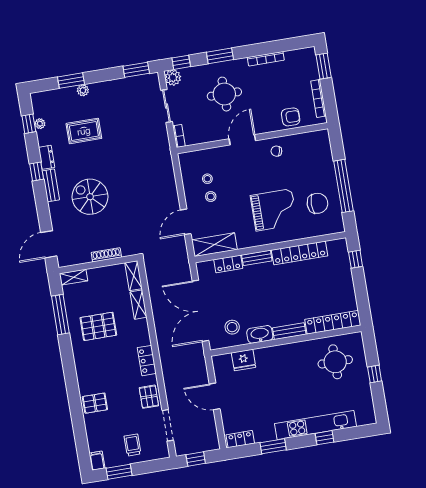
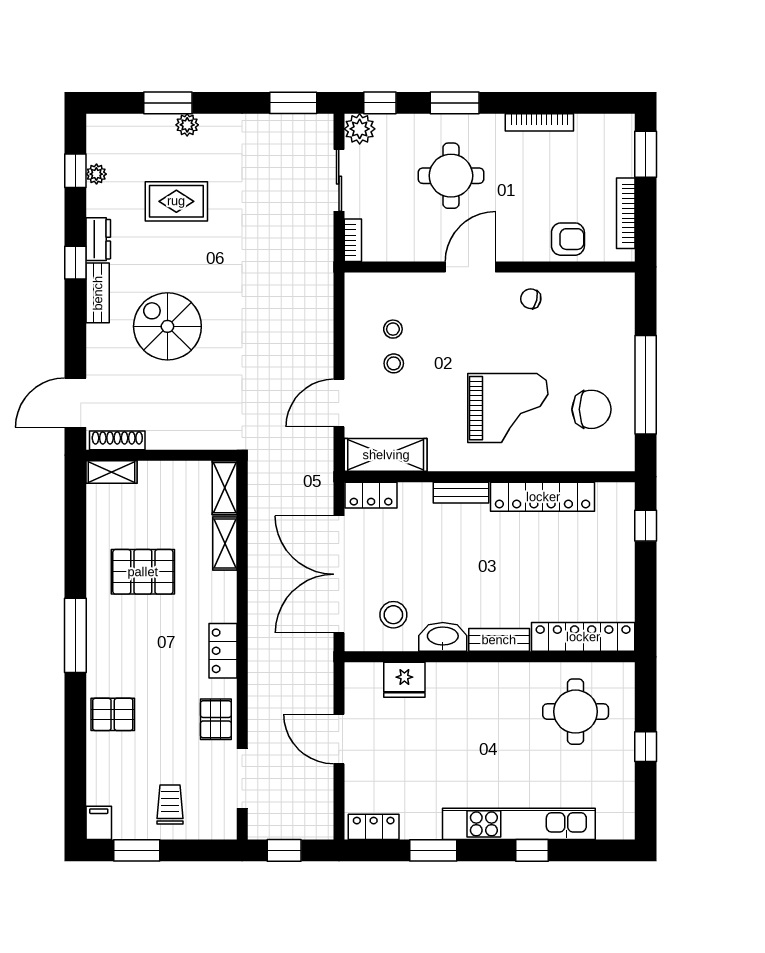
shoe rack: (106, 255) -> (117, 440), moved
locker: (228, 264) -> (371, 495), moved
window: (60, 315) -> (75, 635), moved

